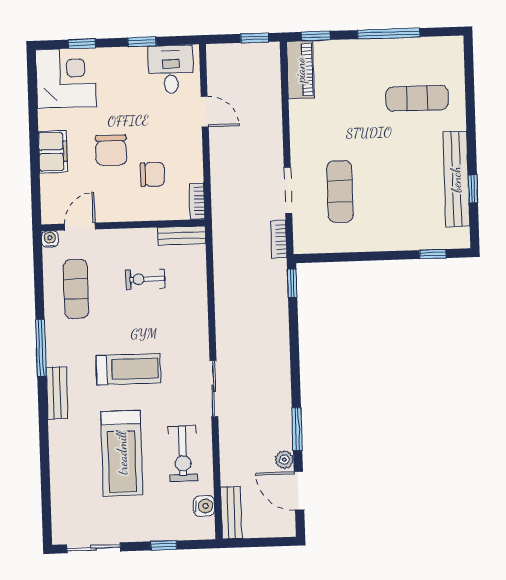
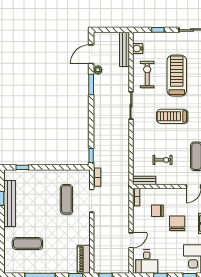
door: (205, 112) -> (131, 240), swing flipped
door: (299, 491) -> (91, 54), swing flipped
bench: (231, 513) -> (124, 49), width x1.36

